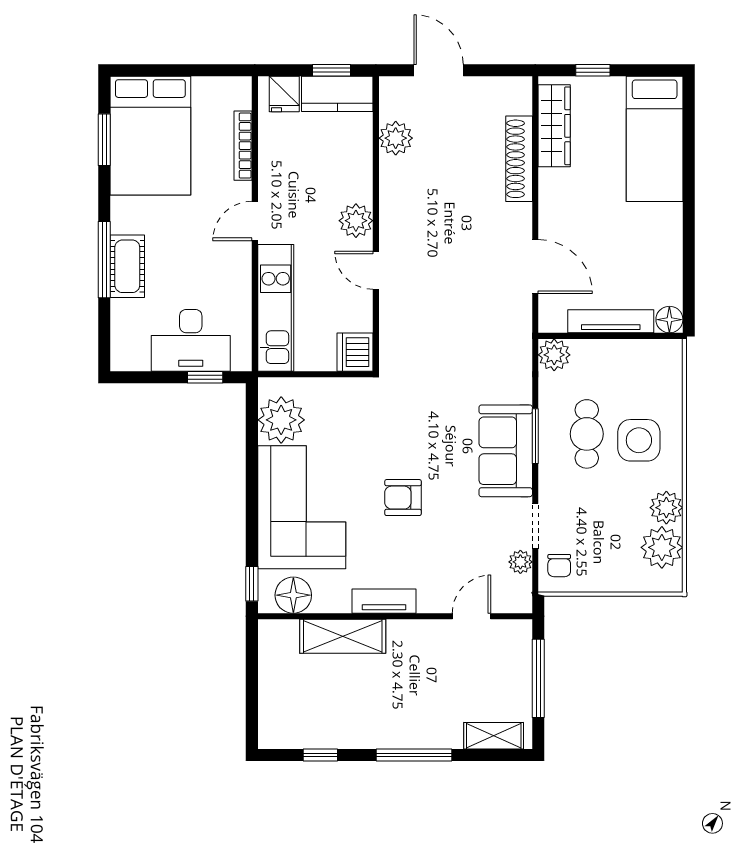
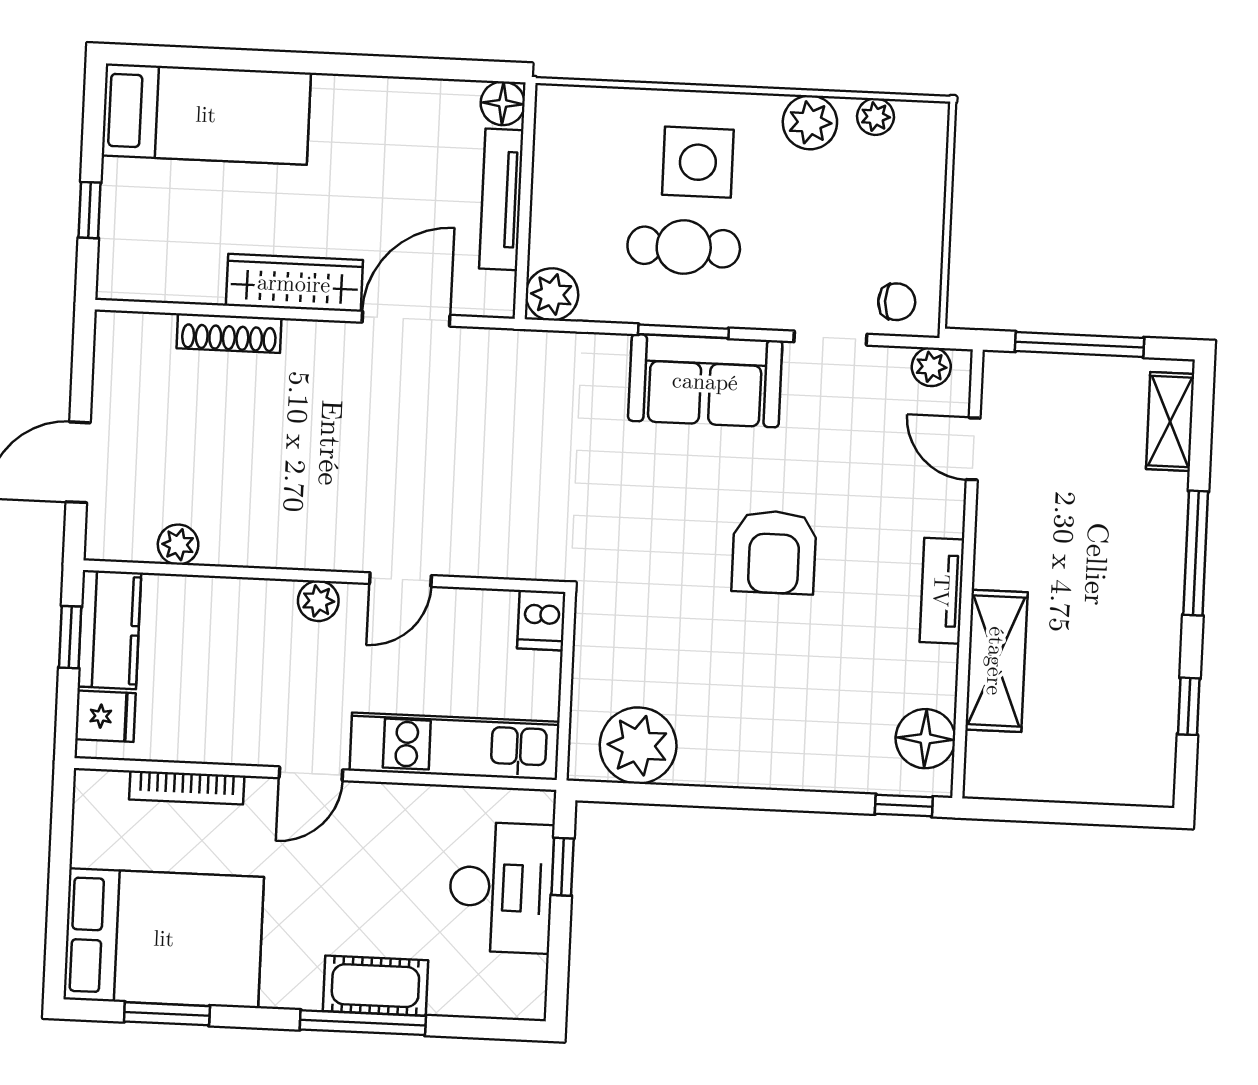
wardrobe: (554, 126) -> (294, 283), moved
plant: (396, 138) -> (178, 545), width x0.73, depth x0.73
shoe rack: (519, 159) -> (229, 333), width x0.74, depth x0.81
door: (255, 221) -> (311, 774), hinge flipped
plant: (356, 221) -> (318, 601), width x0.73, depth x0.73
dishwasher: (355, 352) -> (541, 620), width x0.73
armchair: (403, 498) -> (774, 552), width x1.38, depth x1.38
corner sofa: (302, 507) -> (782, 718), removed
plant: (662, 547) -> (876, 117), width x0.53, depth x0.53
plant: (520, 562) -> (931, 367), moved

